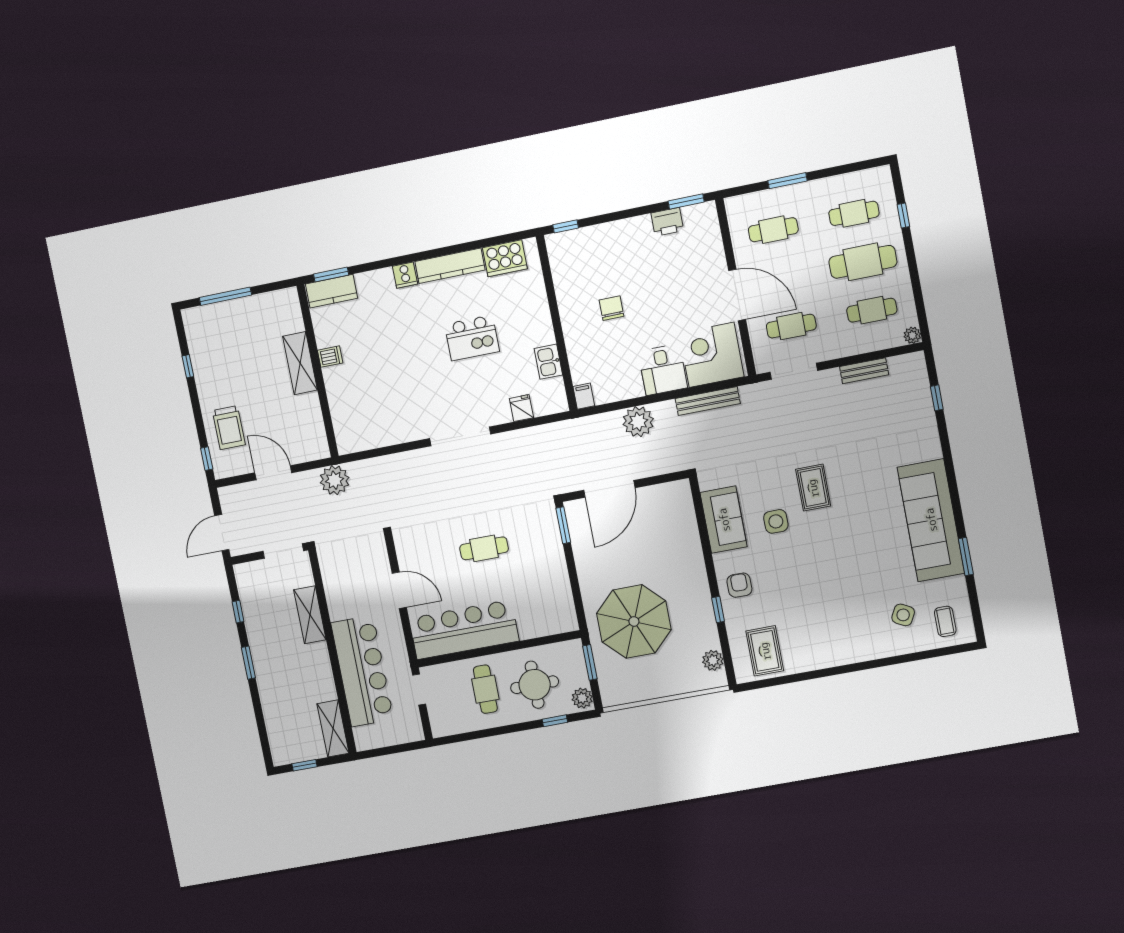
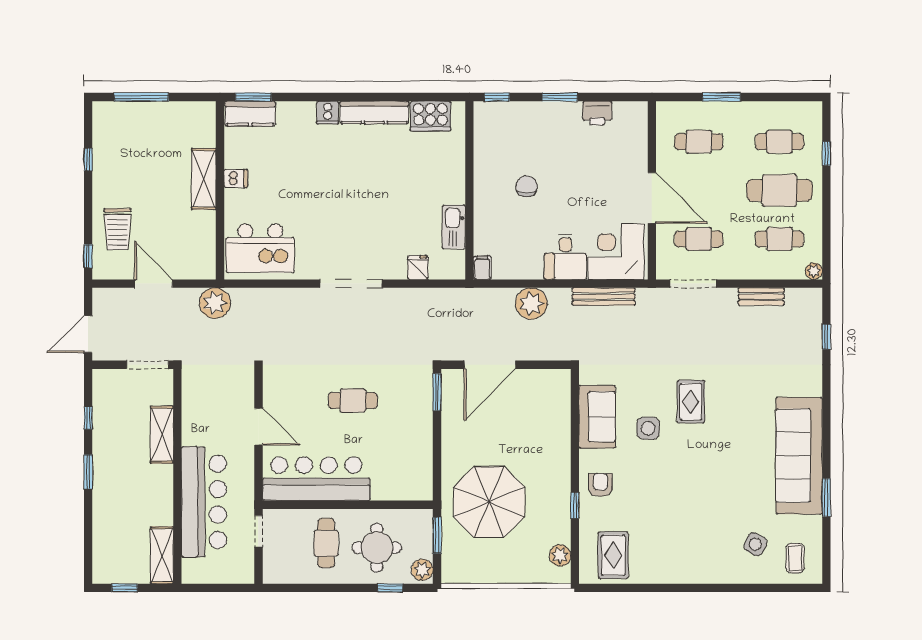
window: (686, 202) -> (560, 97), moved
kitchen island: (472, 338) -> (260, 248), moved, width x1.37, depth x1.28
kitchen sink: (548, 362) -> (454, 227), width x1.38

